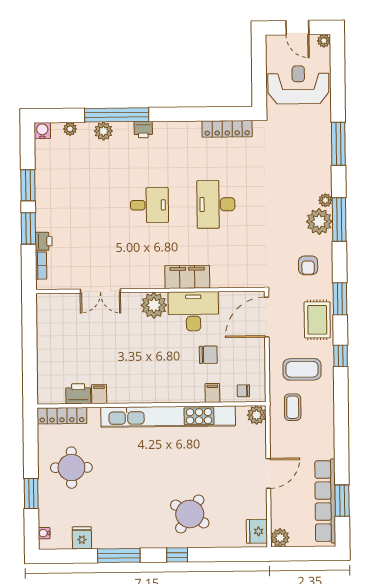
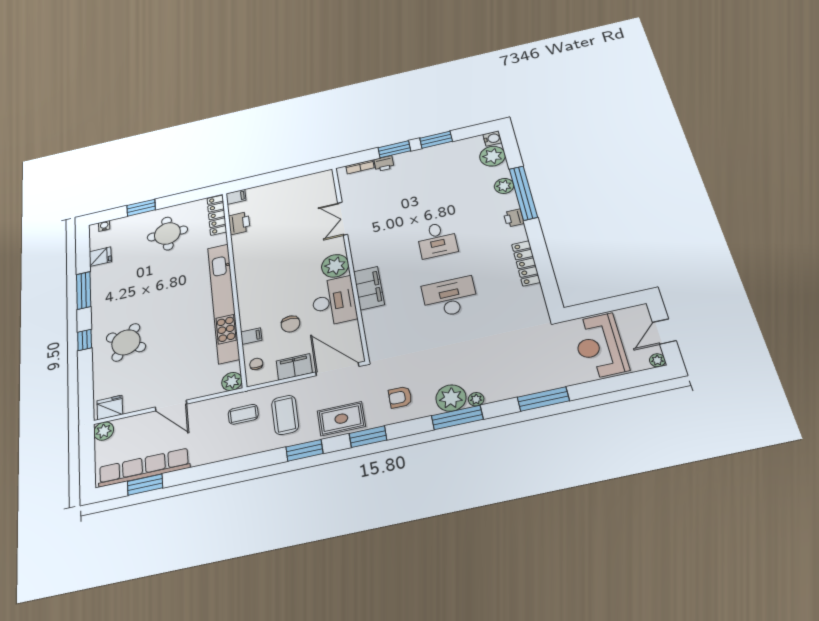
reception desk: (298, 85) -> (600, 346), turned 180
plant: (70, 129) -> (492, 156), width x1.88, depth x1.88
locker: (227, 129) -> (526, 263), moved
filing cabinet: (255, 356) -> (294, 367), added
window: (341, 356) -> (304, 450), width x1.50
filing cabinet: (99, 394) -> (236, 197), moved

